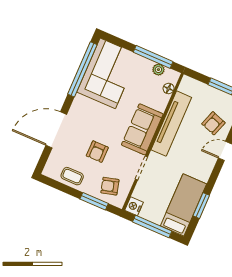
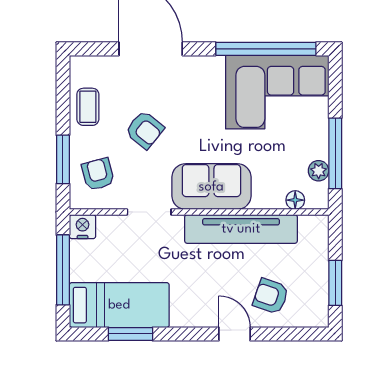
armchair: (97, 152) -> (145, 130), turned -141

